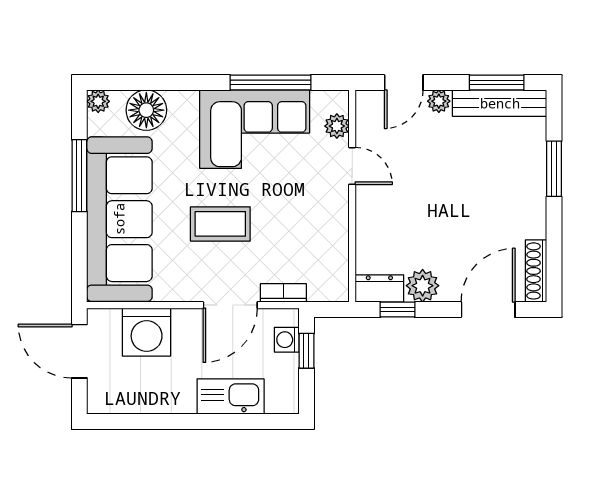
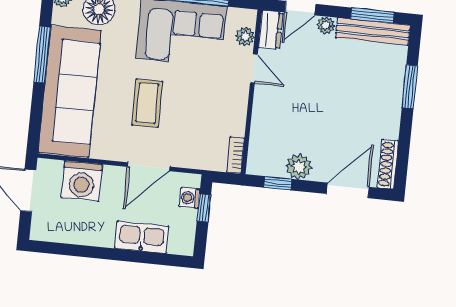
coffee table: (220, 224) -> (147, 103), turned 90
dresser: (379, 288) -> (271, 30), moved, turned 90
bookcase: (283, 293) -> (235, 155), moved, turned -90

